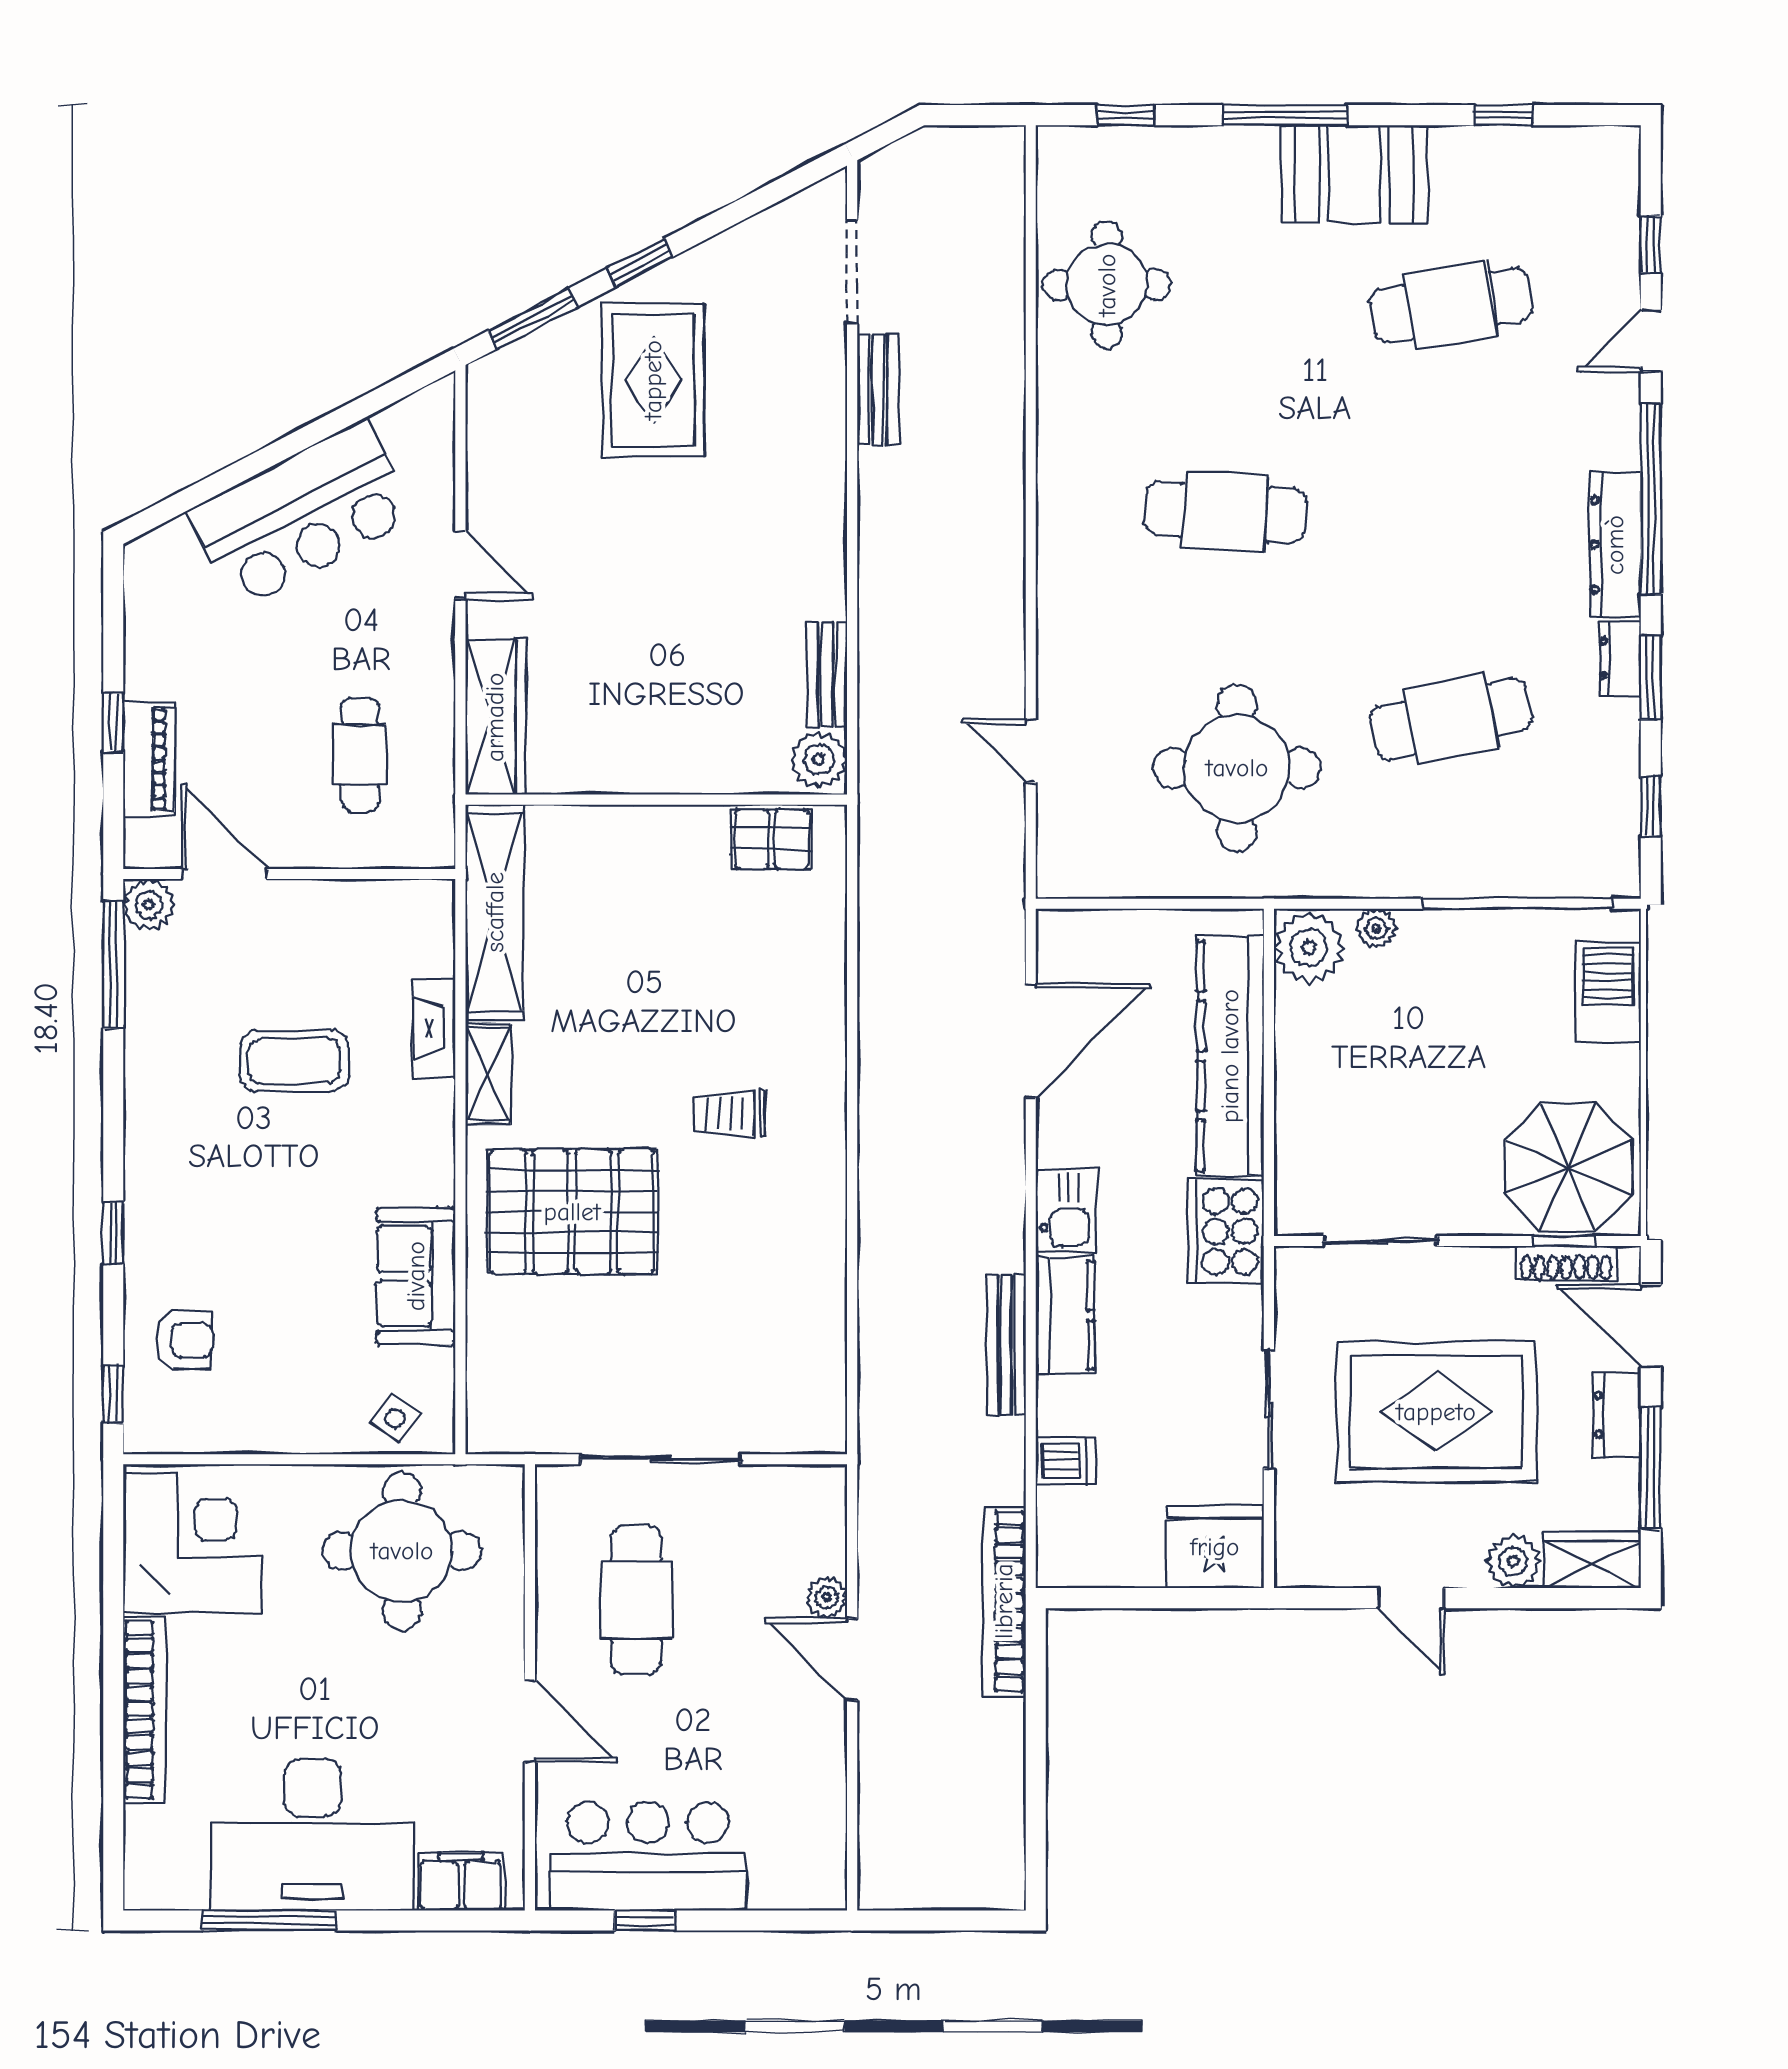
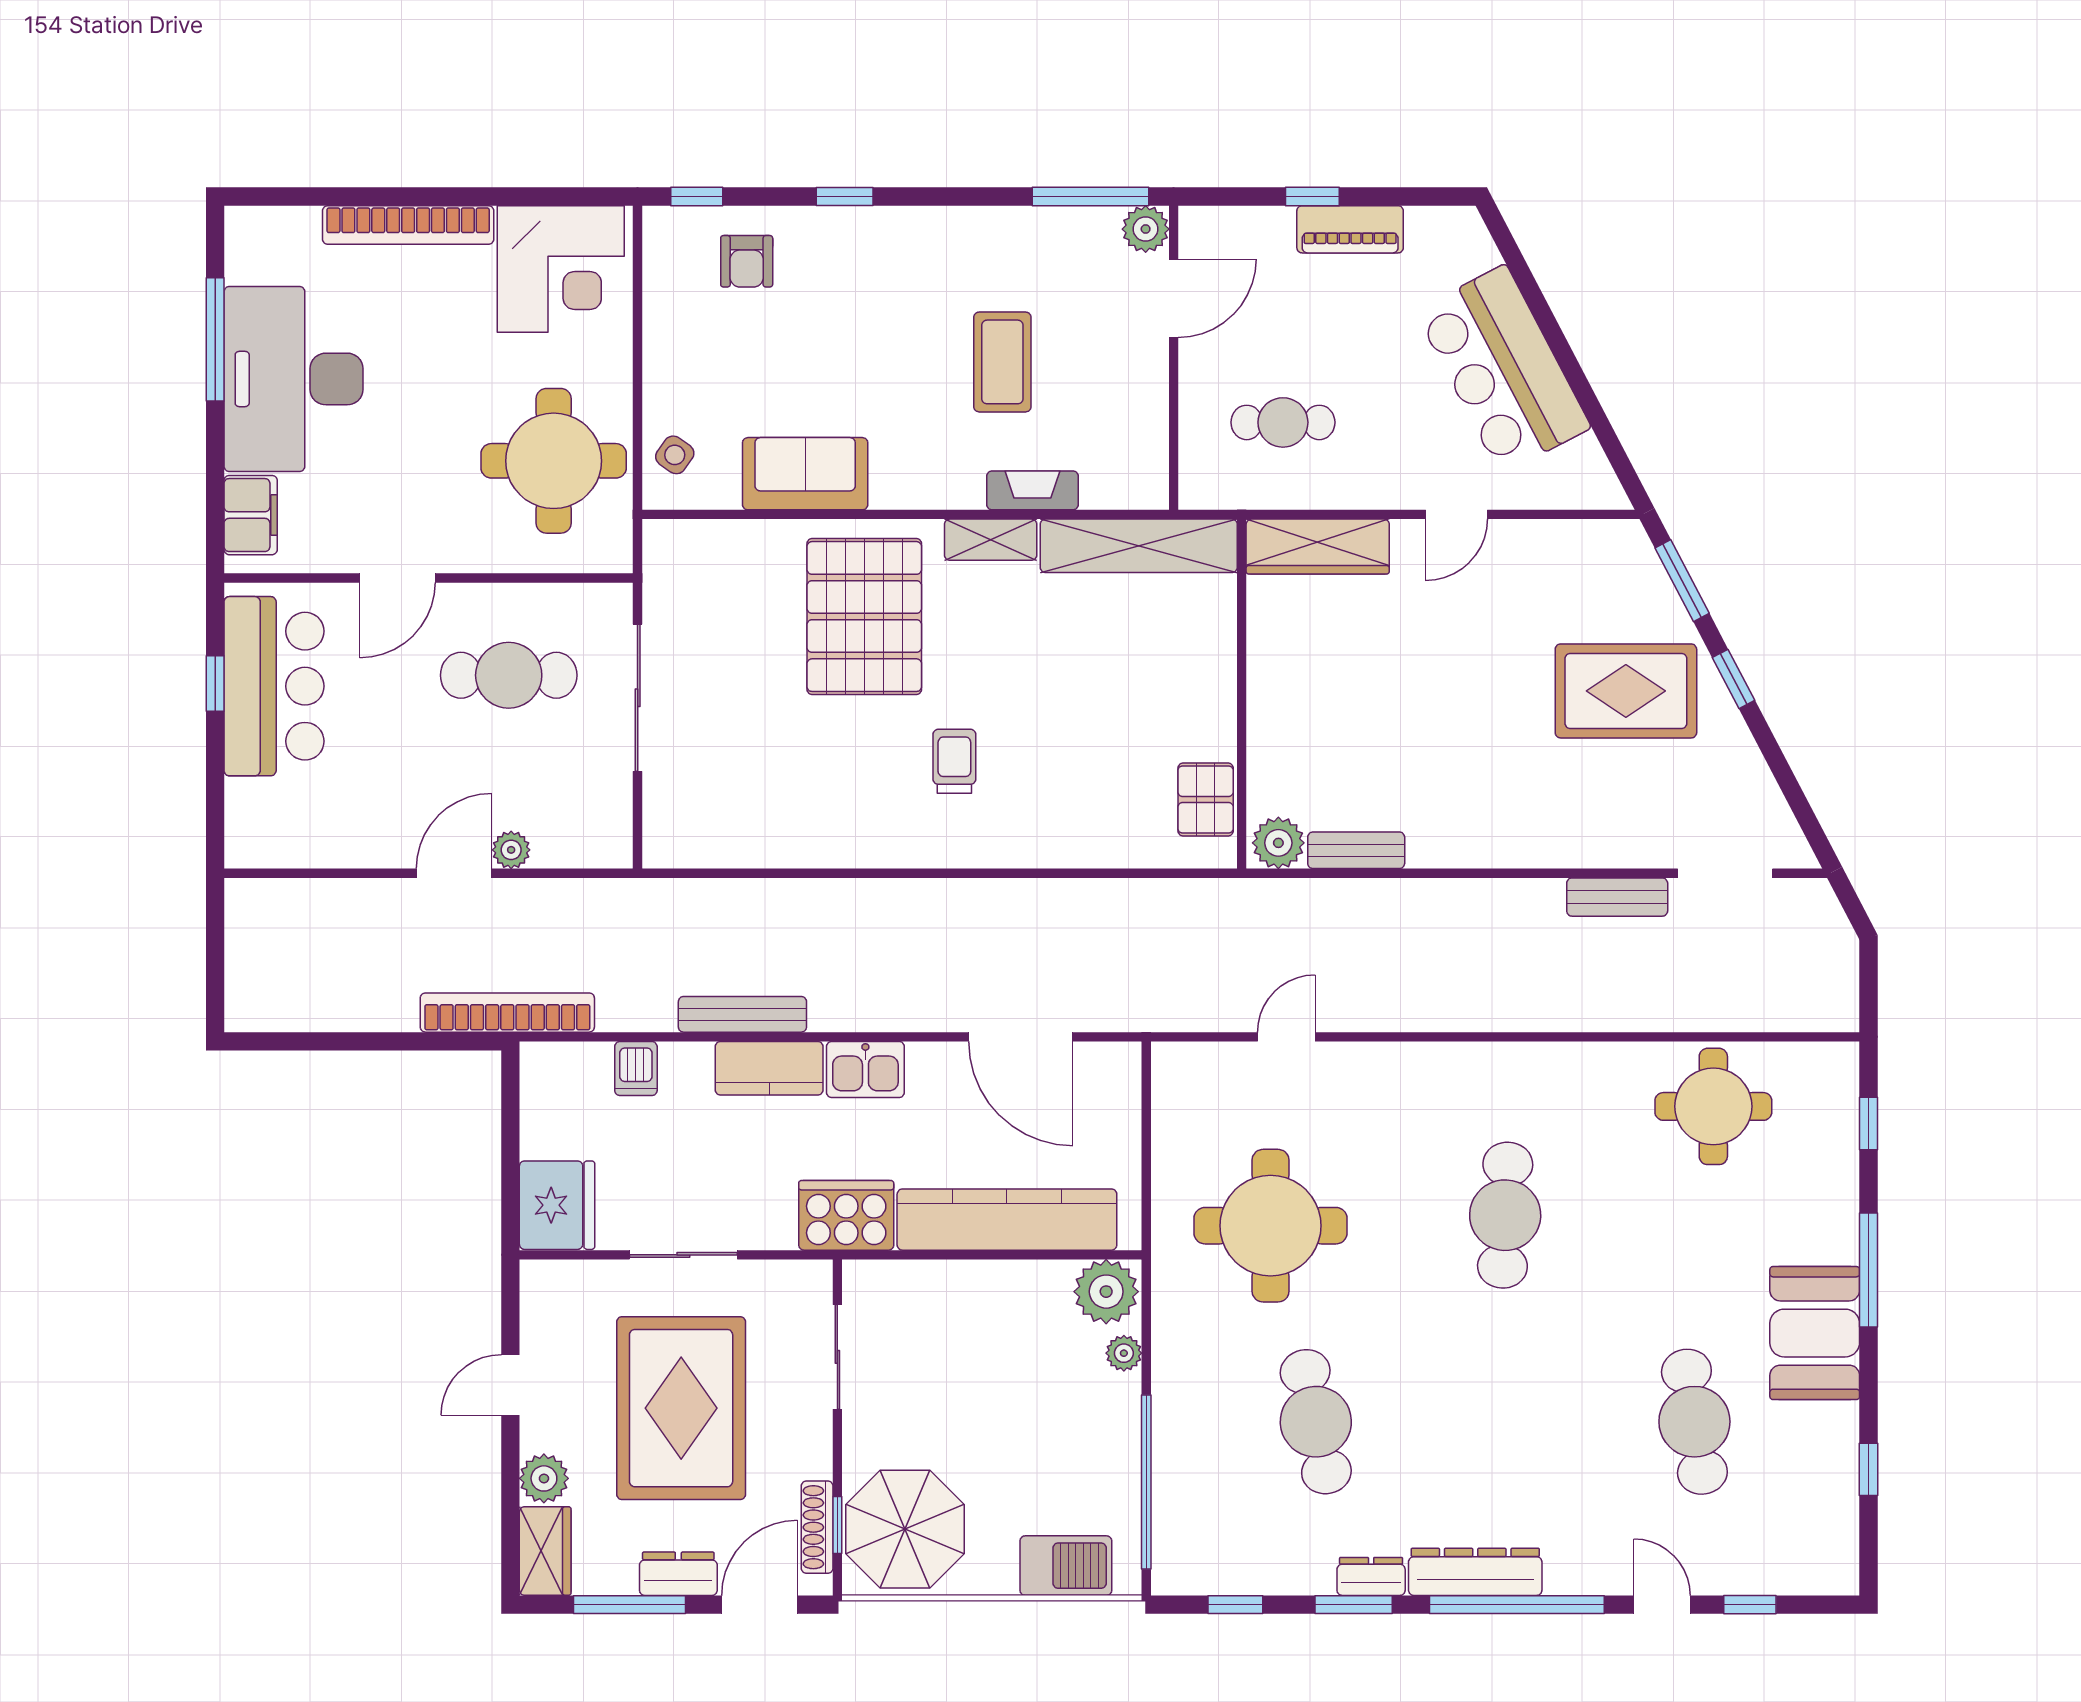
piano: (149, 759) -> (1350, 229), moved

